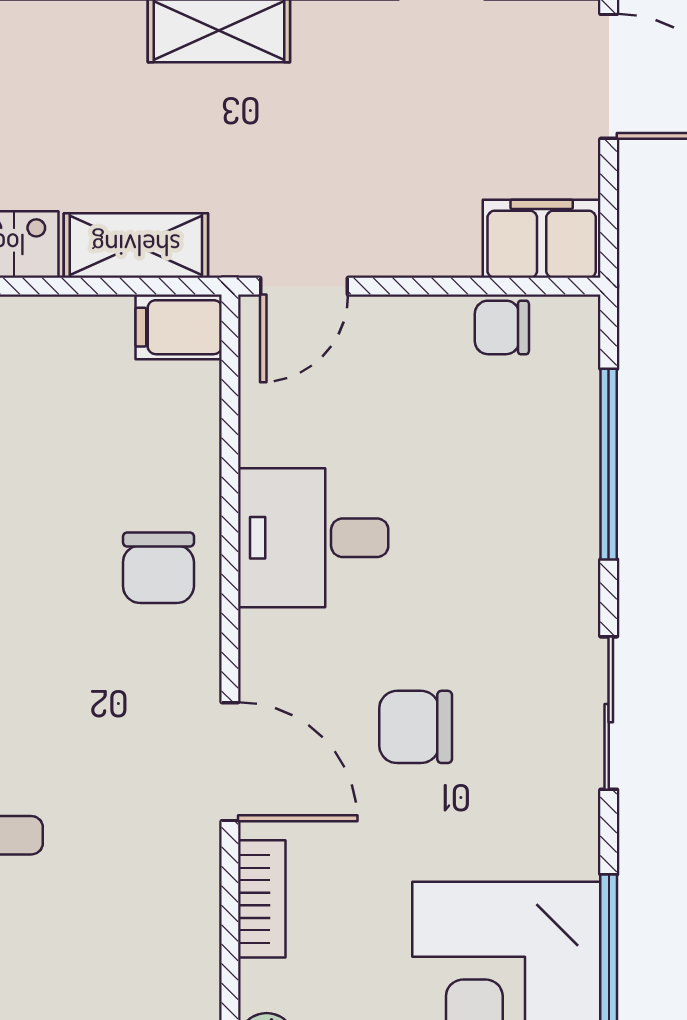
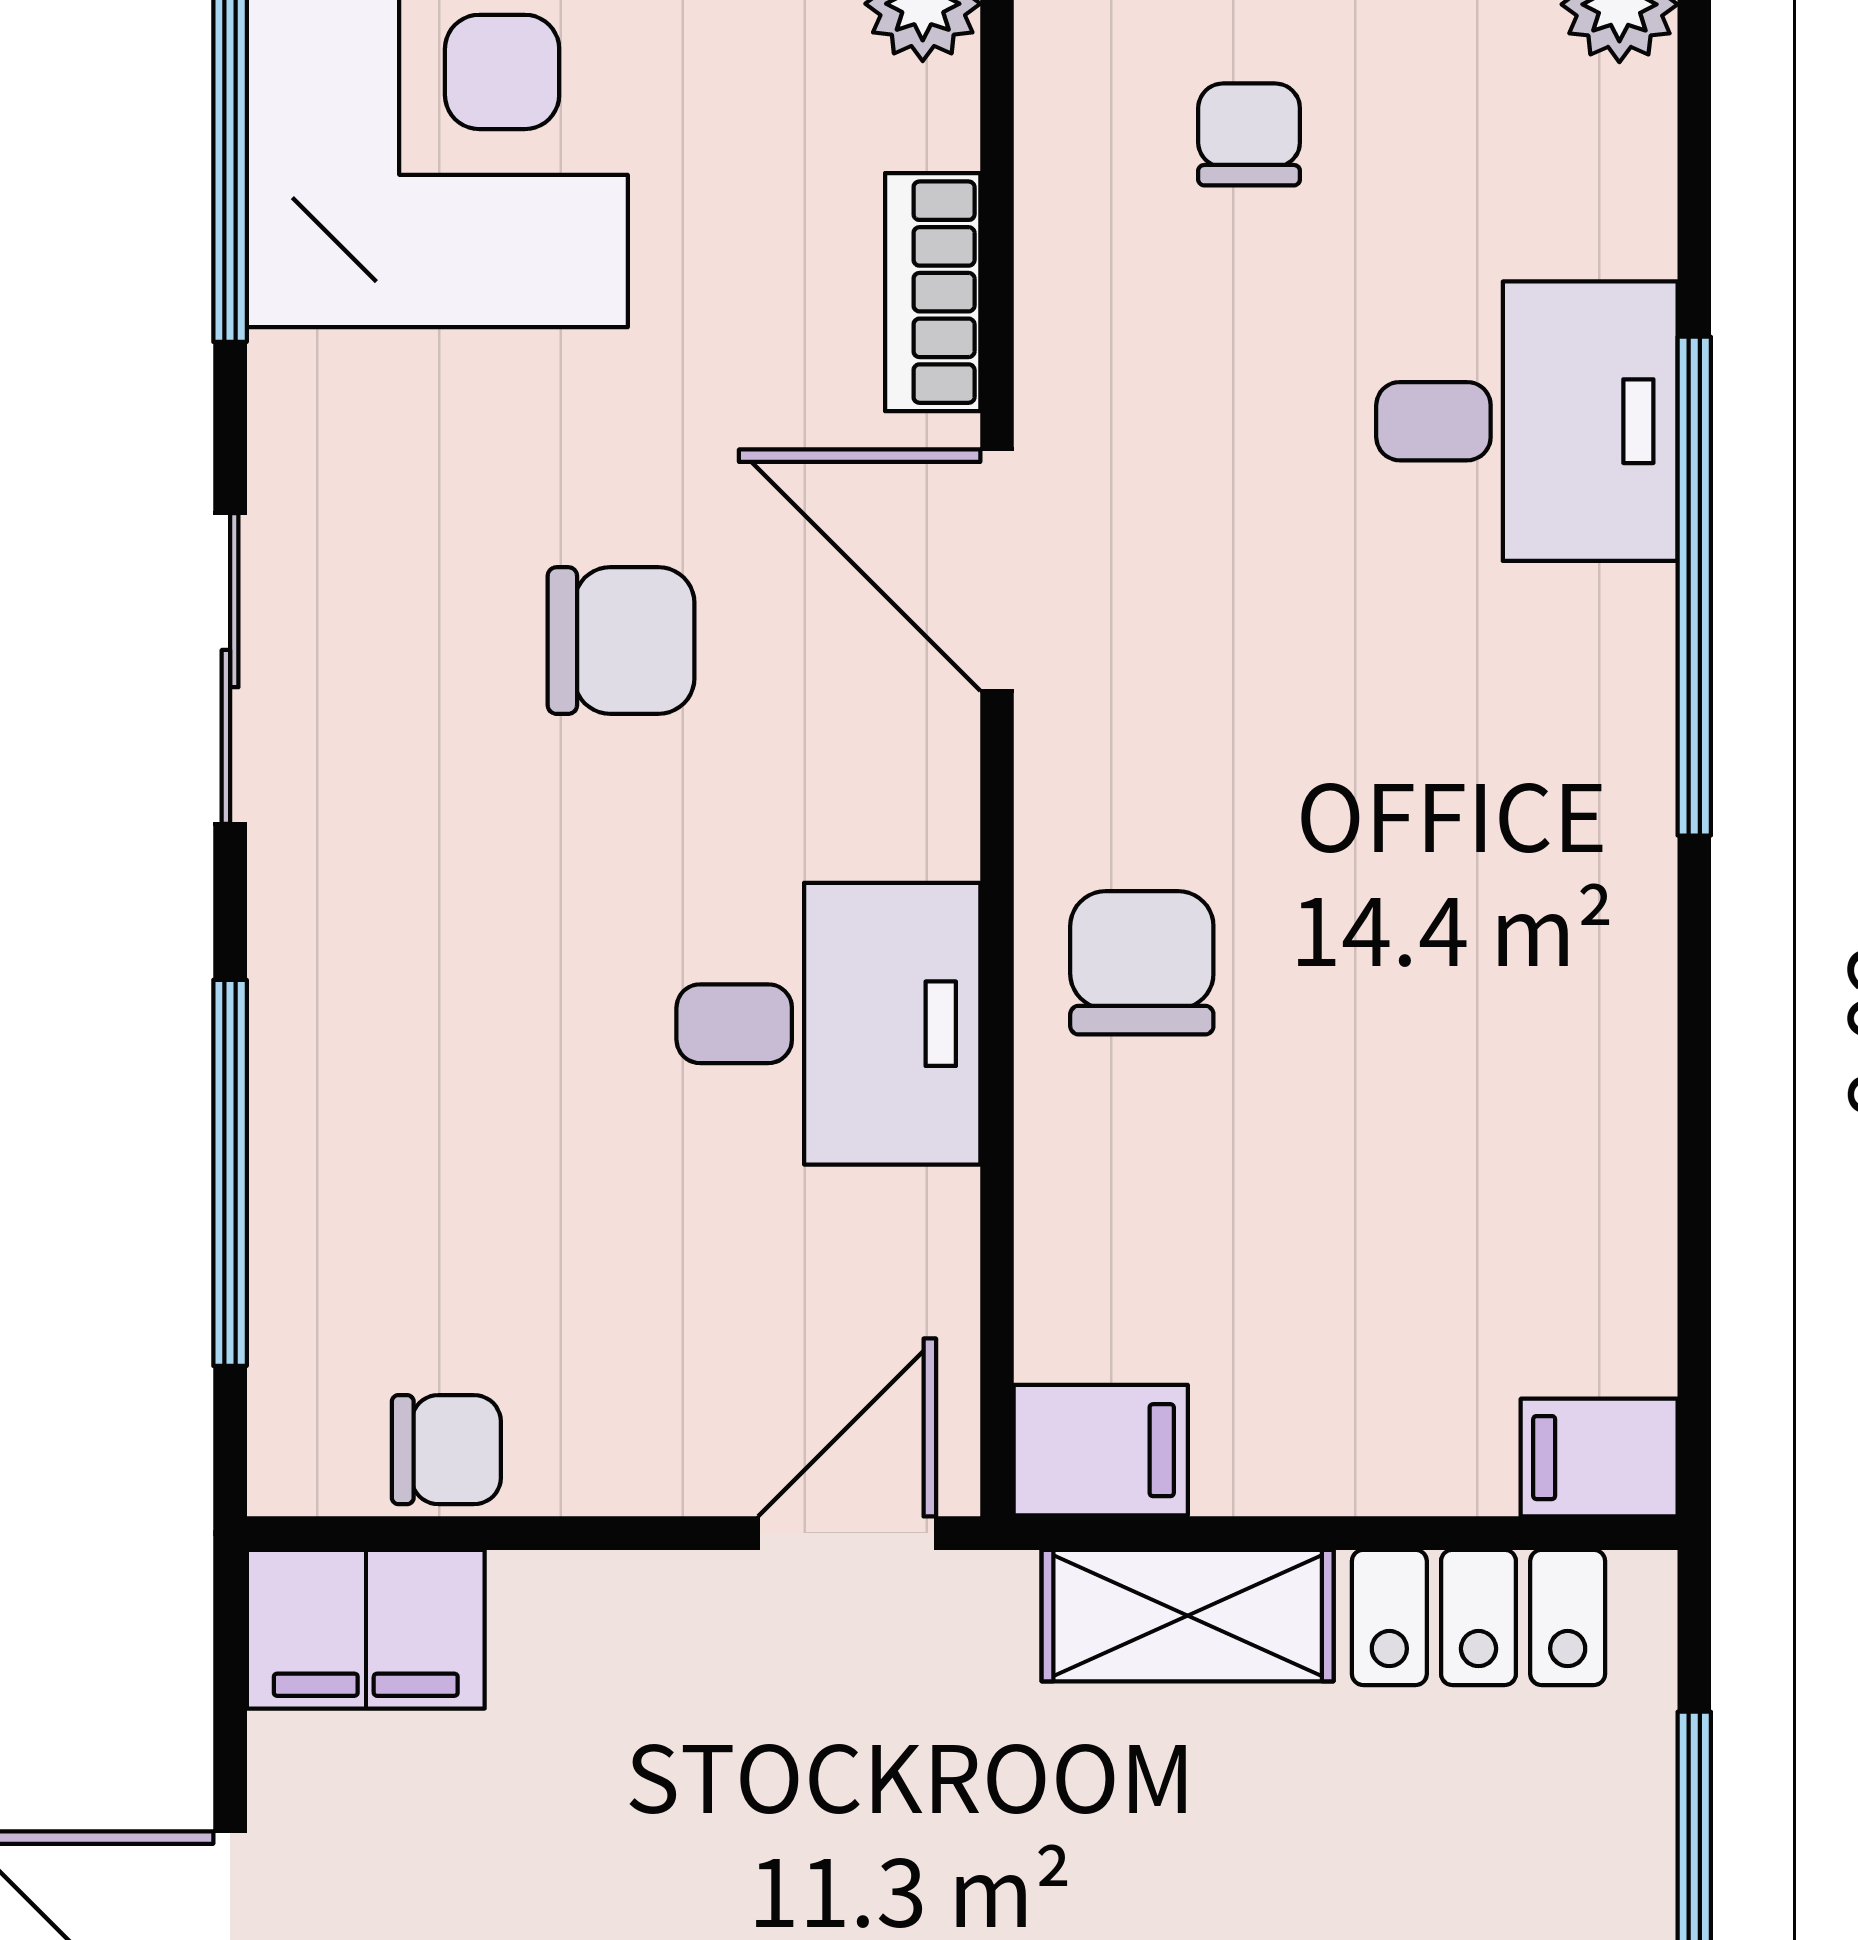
chair: (106, 977) -> (1249, 134), added

